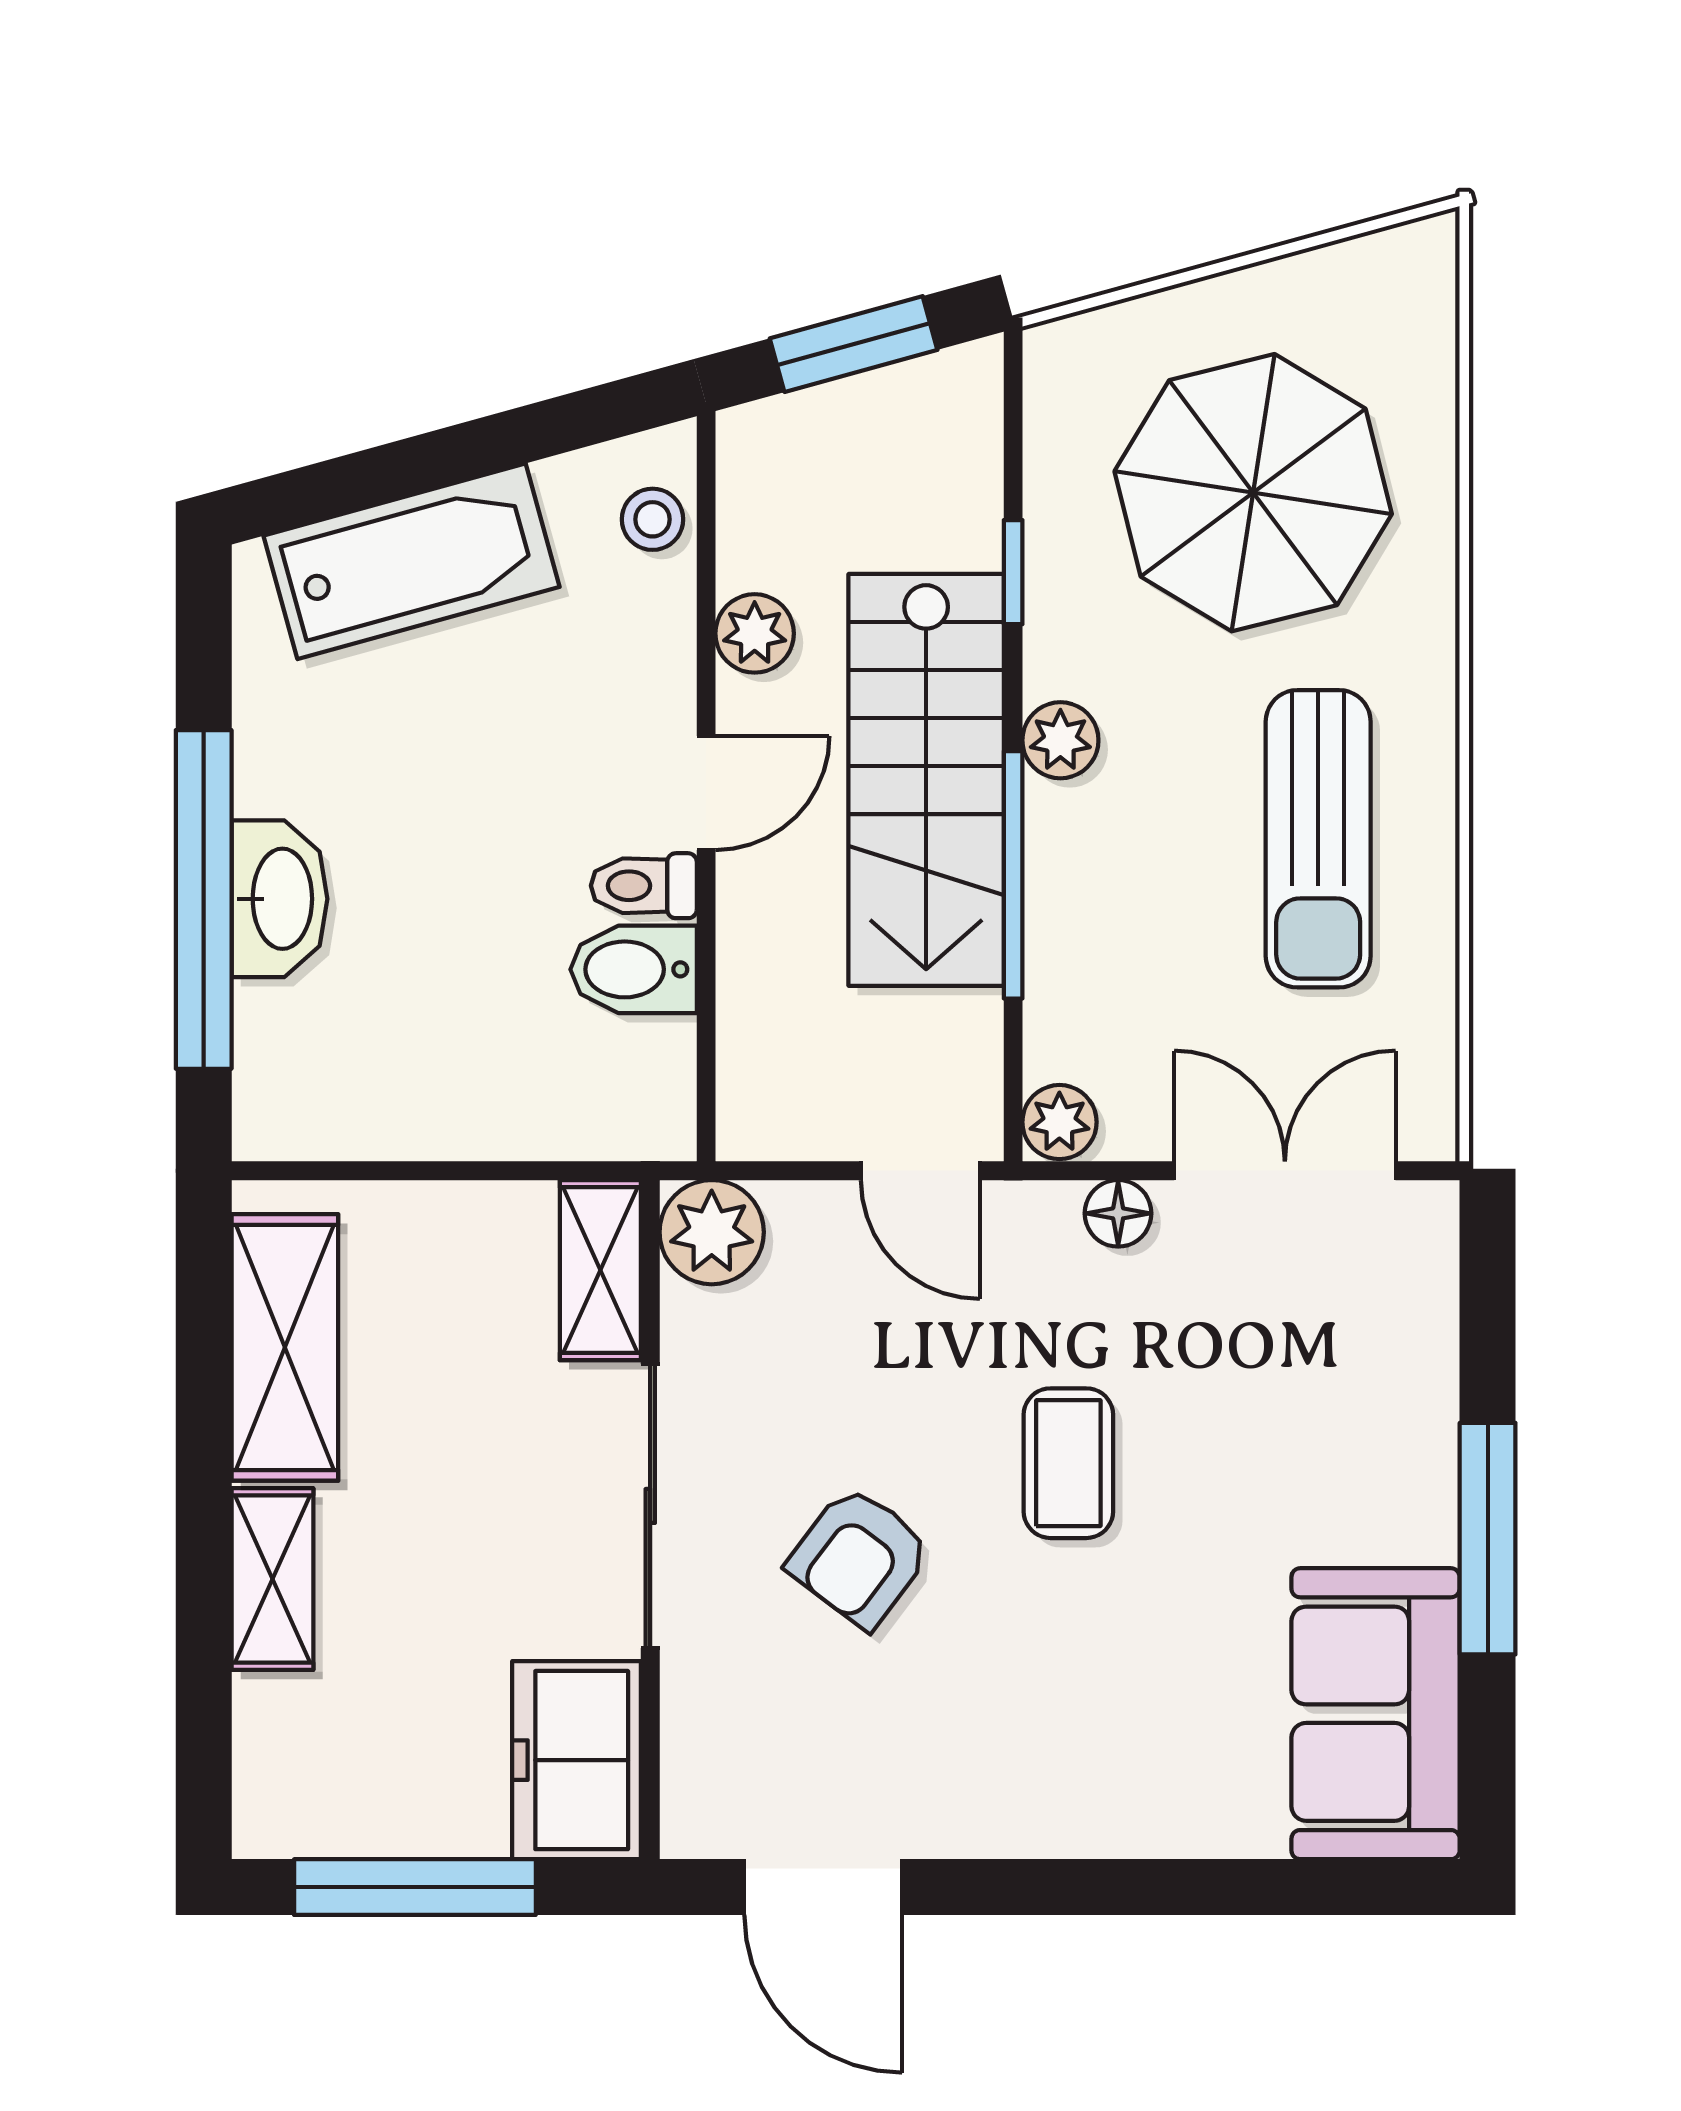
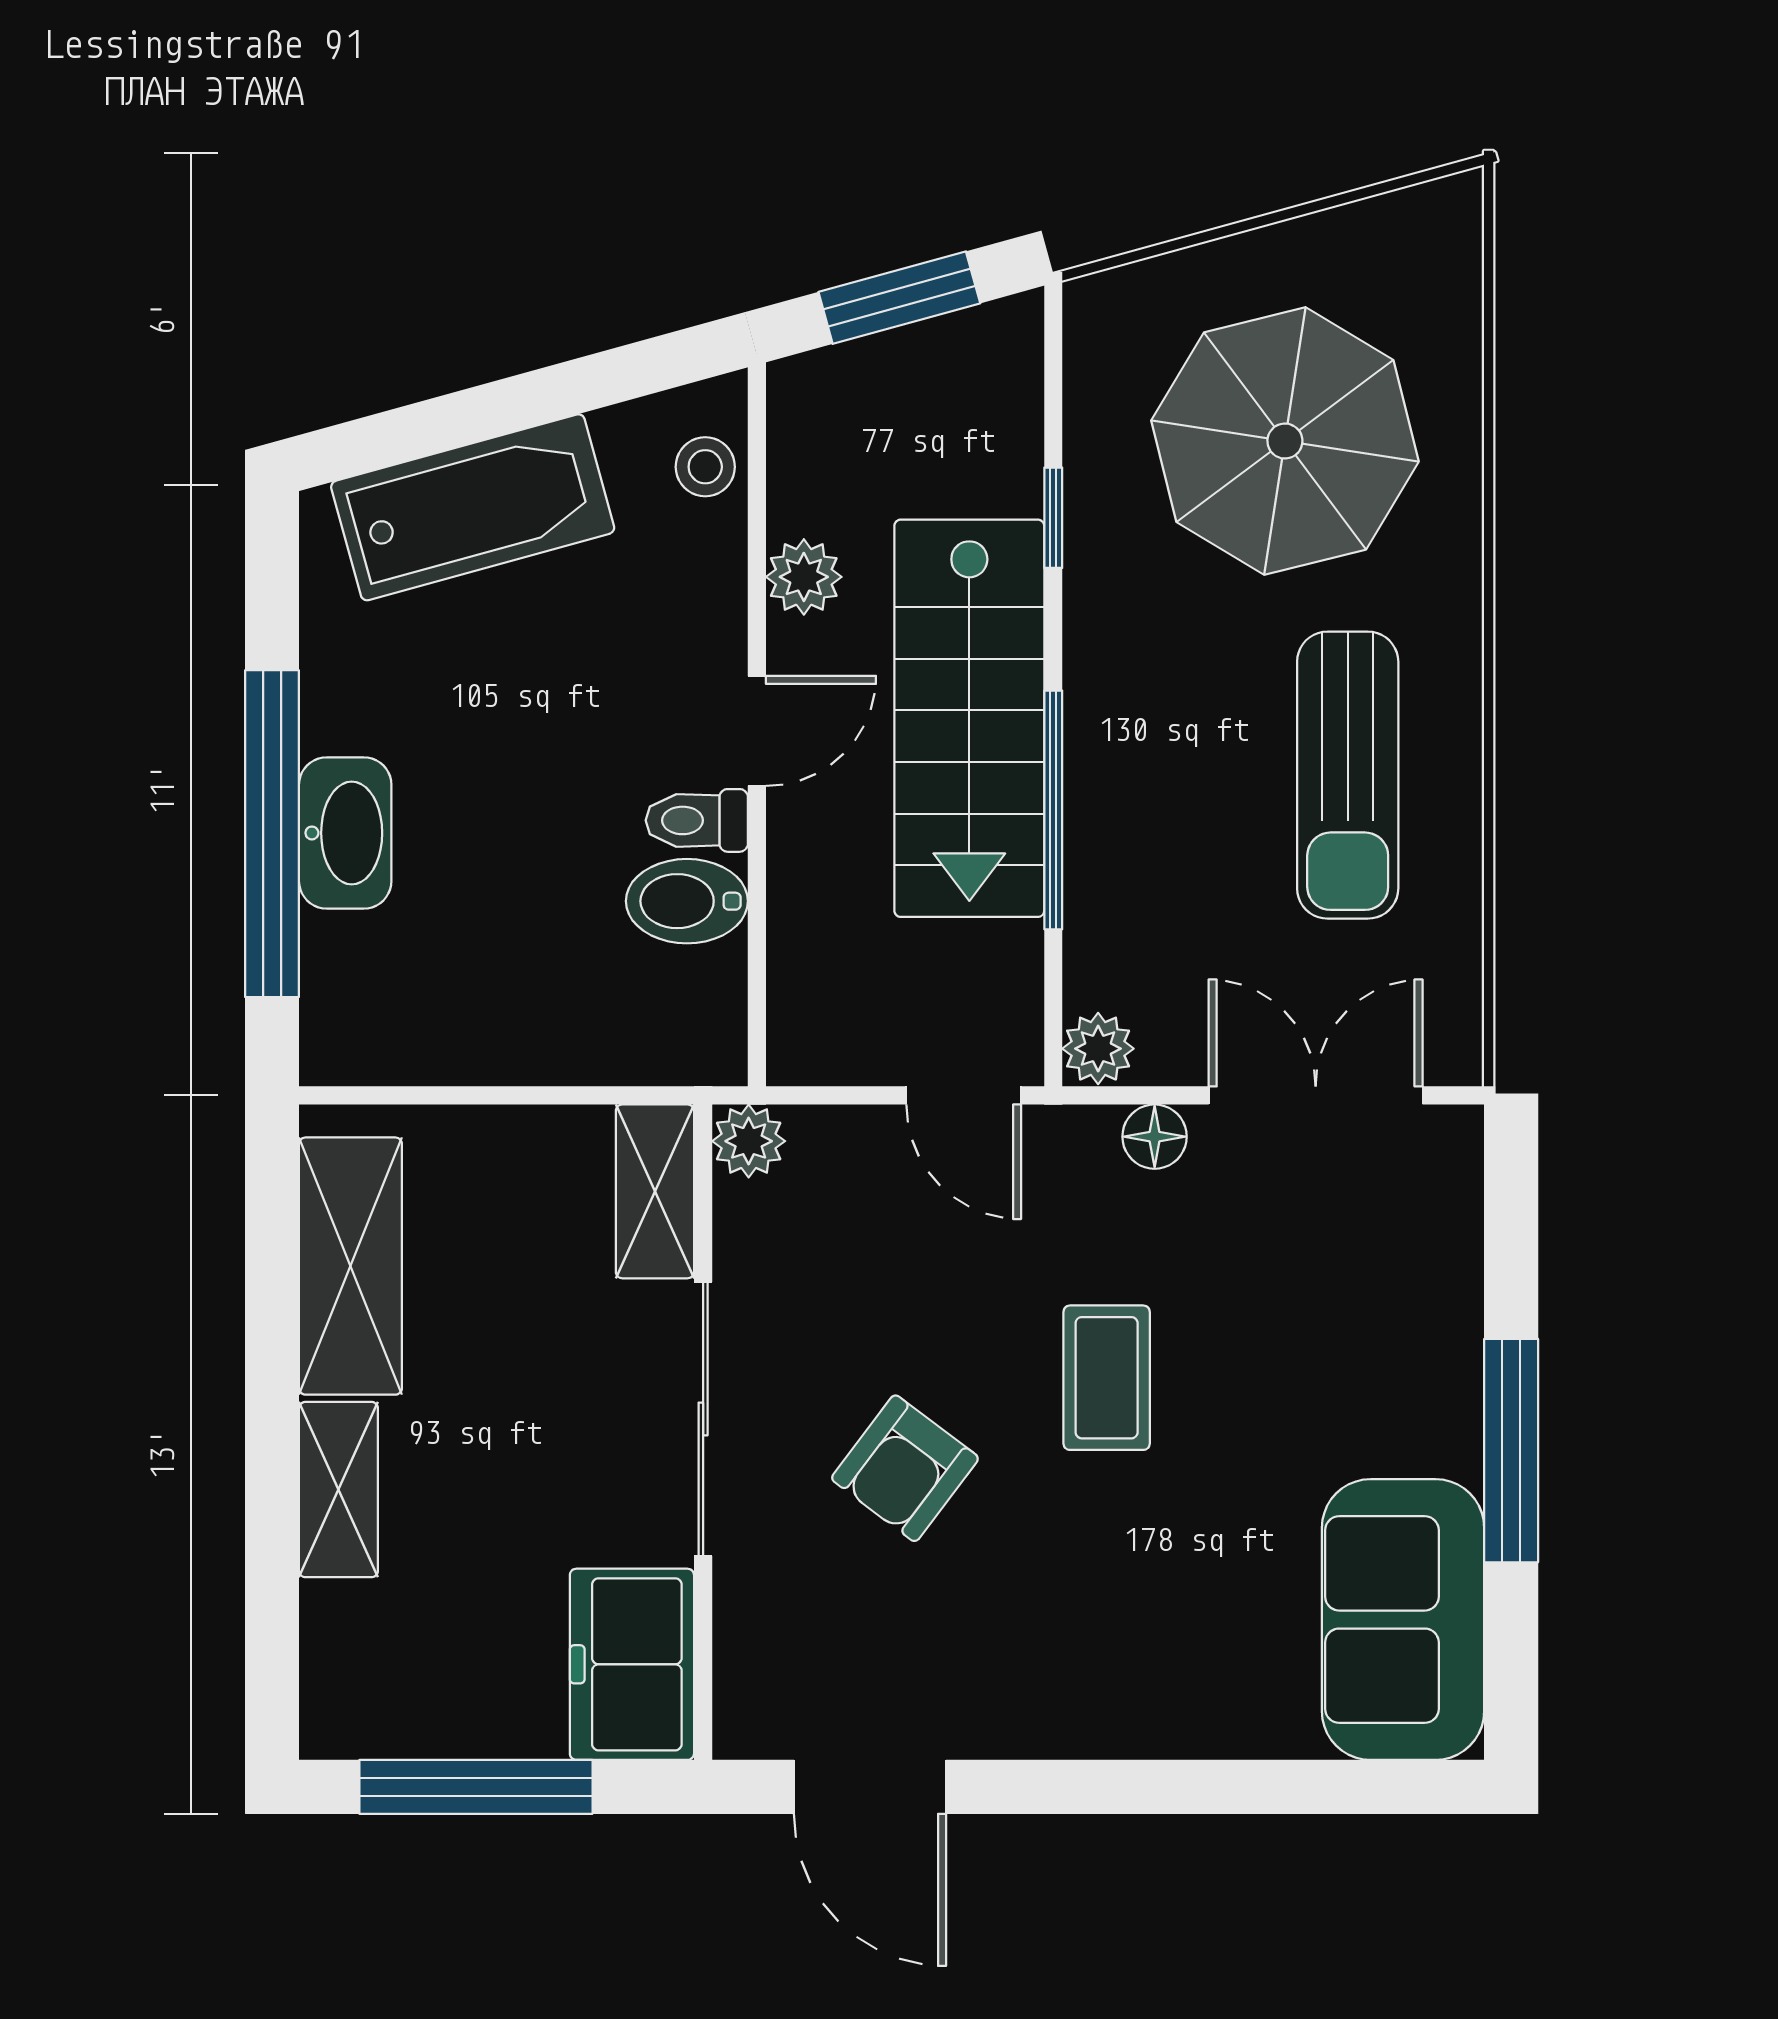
plant: (1060, 740) -> (1099, 680), removed
plant: (712, 1232) -> (749, 1141), width x0.73, depth x0.73

